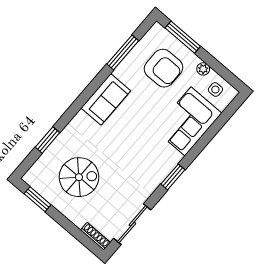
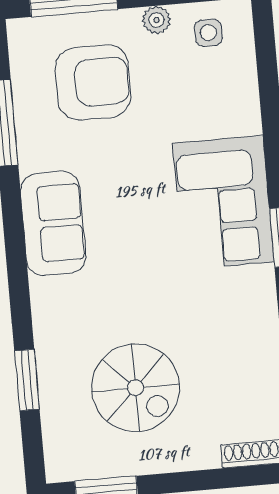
corner sofa: (188, 121) -> (223, 203), moved
spiral stairs: (79, 177) -> (136, 388), turned 90

